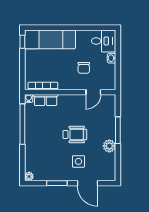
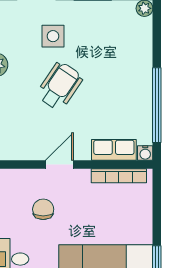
door: (93, 92) -> (59, 165), moved
wheelchair: (75, 134) -> (60, 86), turned 124

